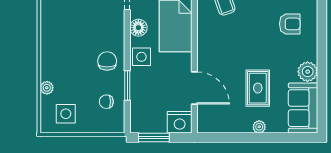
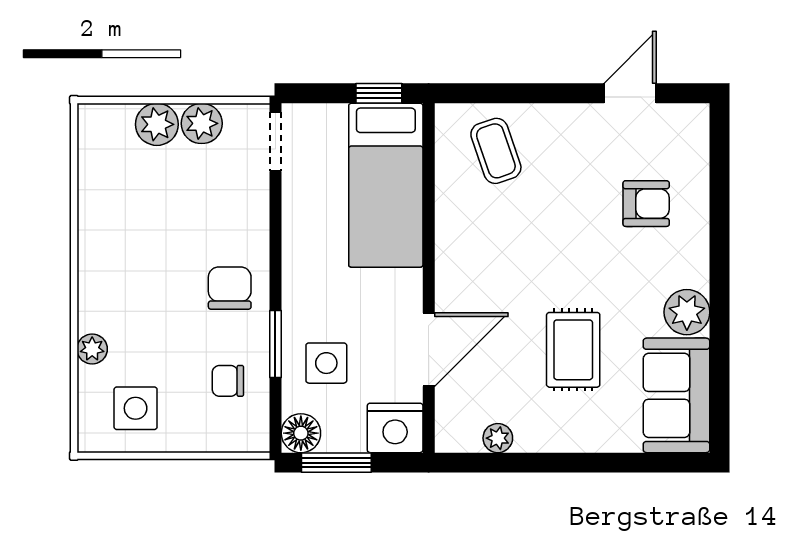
floor lamp: (138, 28) -> (301, 433), moved
side table: (141, 57) -> (326, 363), moved
door: (194, 88) -> (429, 350), hinge flipped
plant: (259, 127) -> (498, 438), moved

